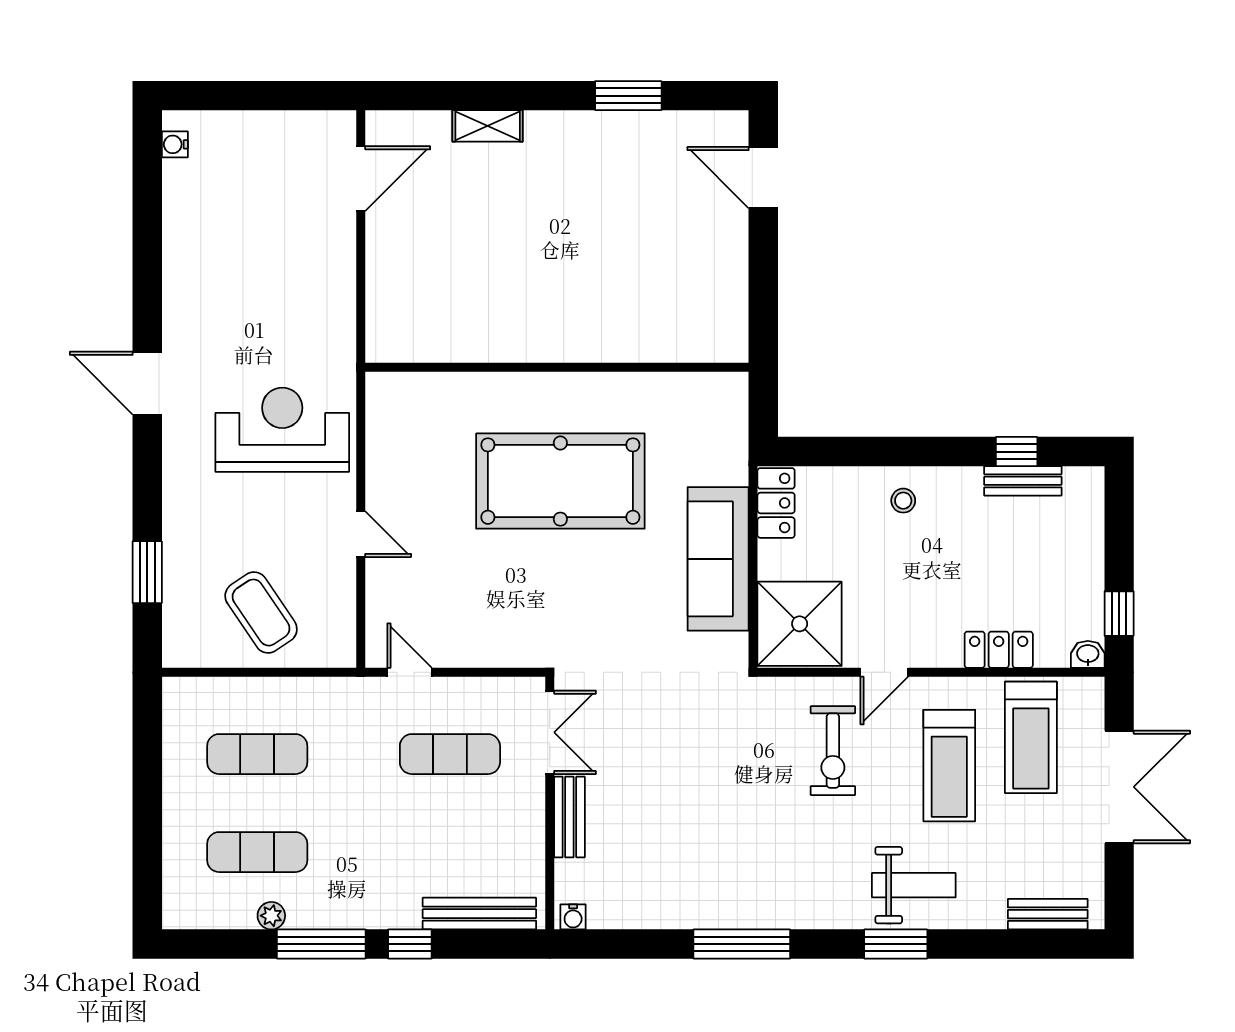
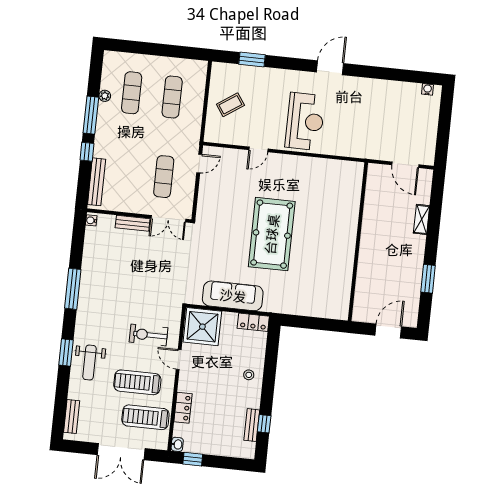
wall: (557, 367) -> (358, 242), moved
coffee table: (261, 613) -> (230, 105), width x0.73, depth x0.77

